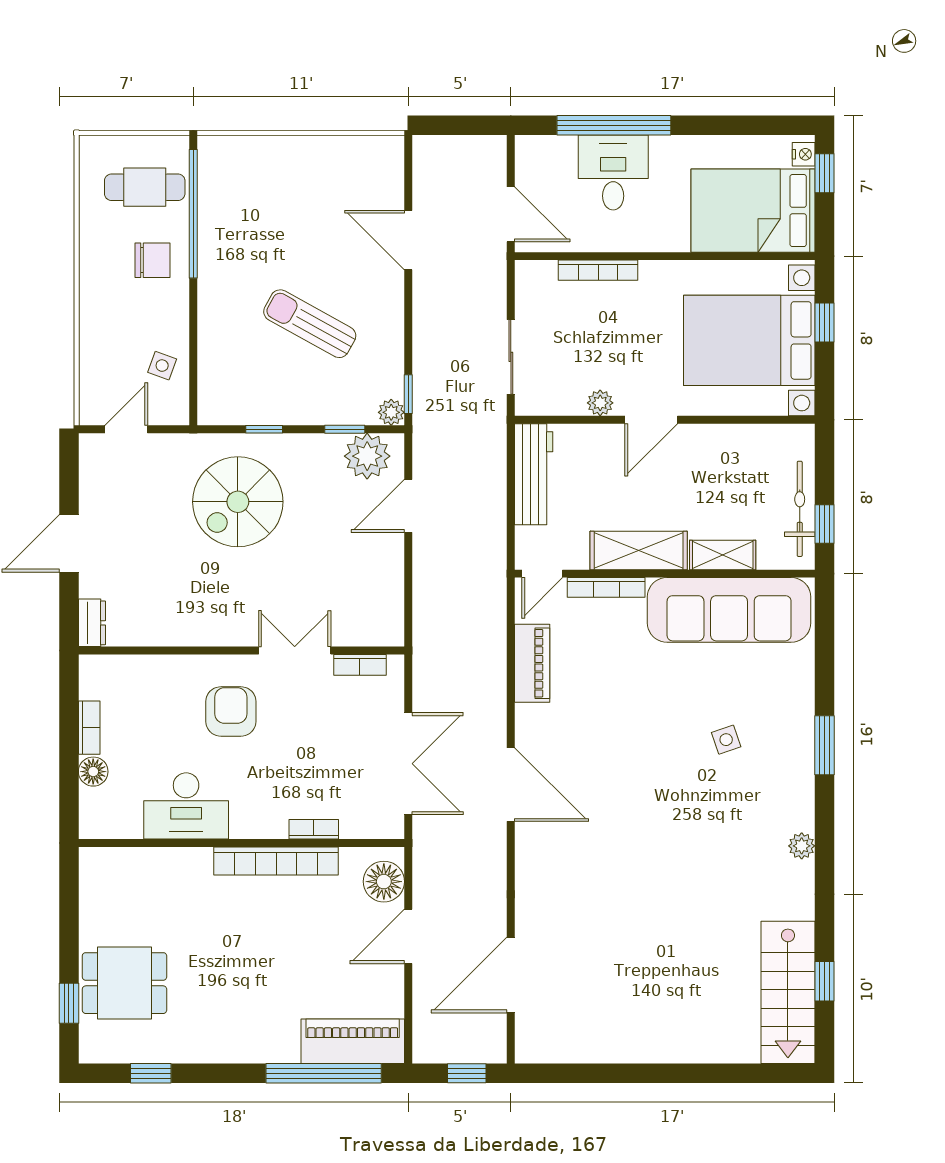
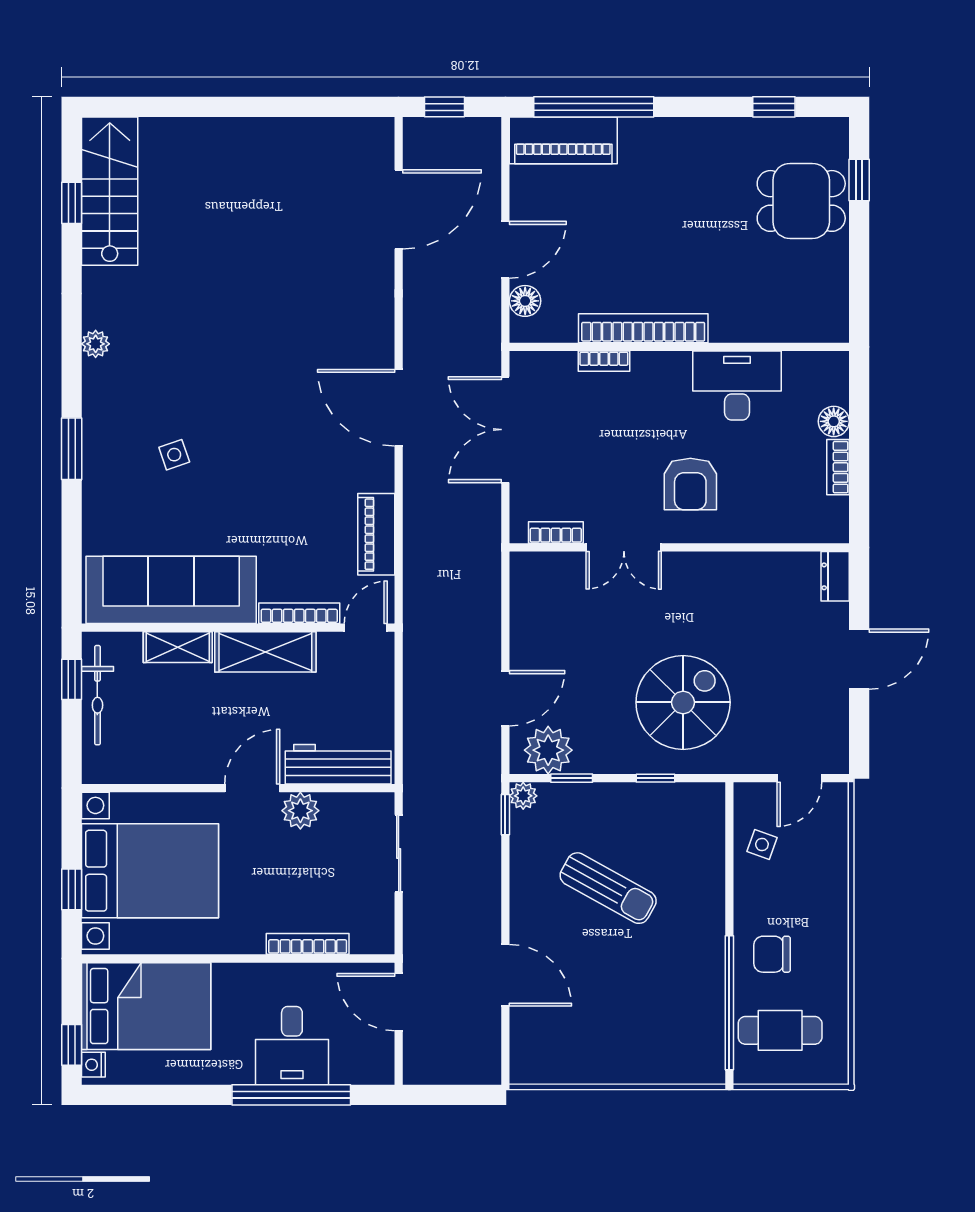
plant: (600, 403) -> (300, 811), width x1.38, depth x1.38
workbench: (534, 474) -> (338, 764), moved, turned 90
floor lamp: (384, 882) -> (525, 301), width x0.73, depth x0.73

